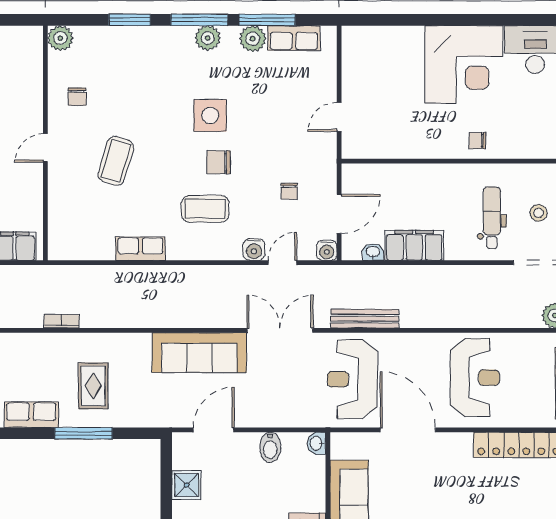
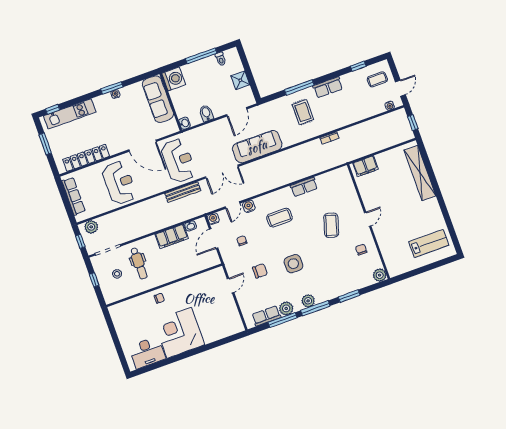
chair: (219, 162) -> (260, 271), moved
reception desk: (475, 378) -> (119, 183), turned 180

